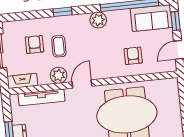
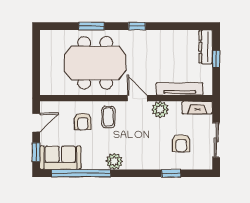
window: (63, 12) -> (171, 173), moved
coffee table: (59, 46) -> (108, 117), moved
door: (82, 84) -> (137, 98), swing flipped

